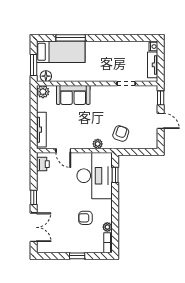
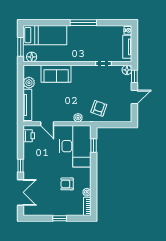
window: (71, 38) -> (83, 23), moved
floor lamp: (152, 91) -> (127, 70), added
plant: (43, 92) -> (29, 83), moved
door: (161, 121) -> (134, 97), hinge flipped

